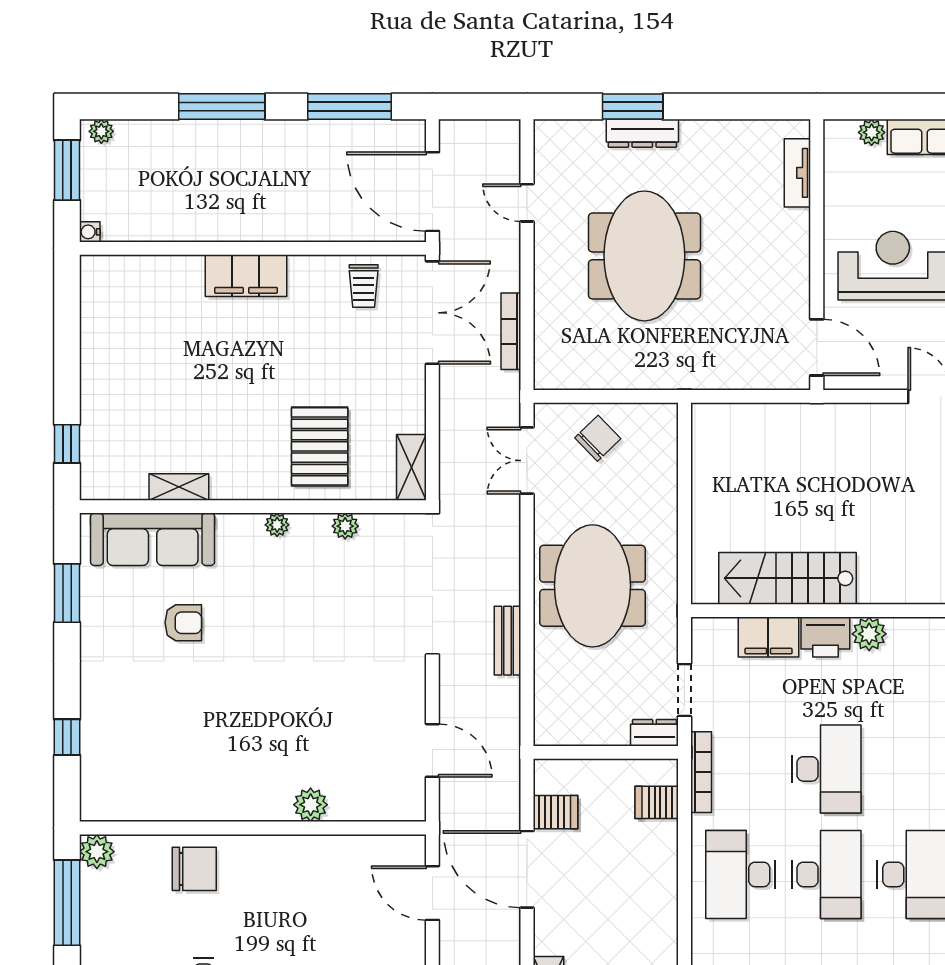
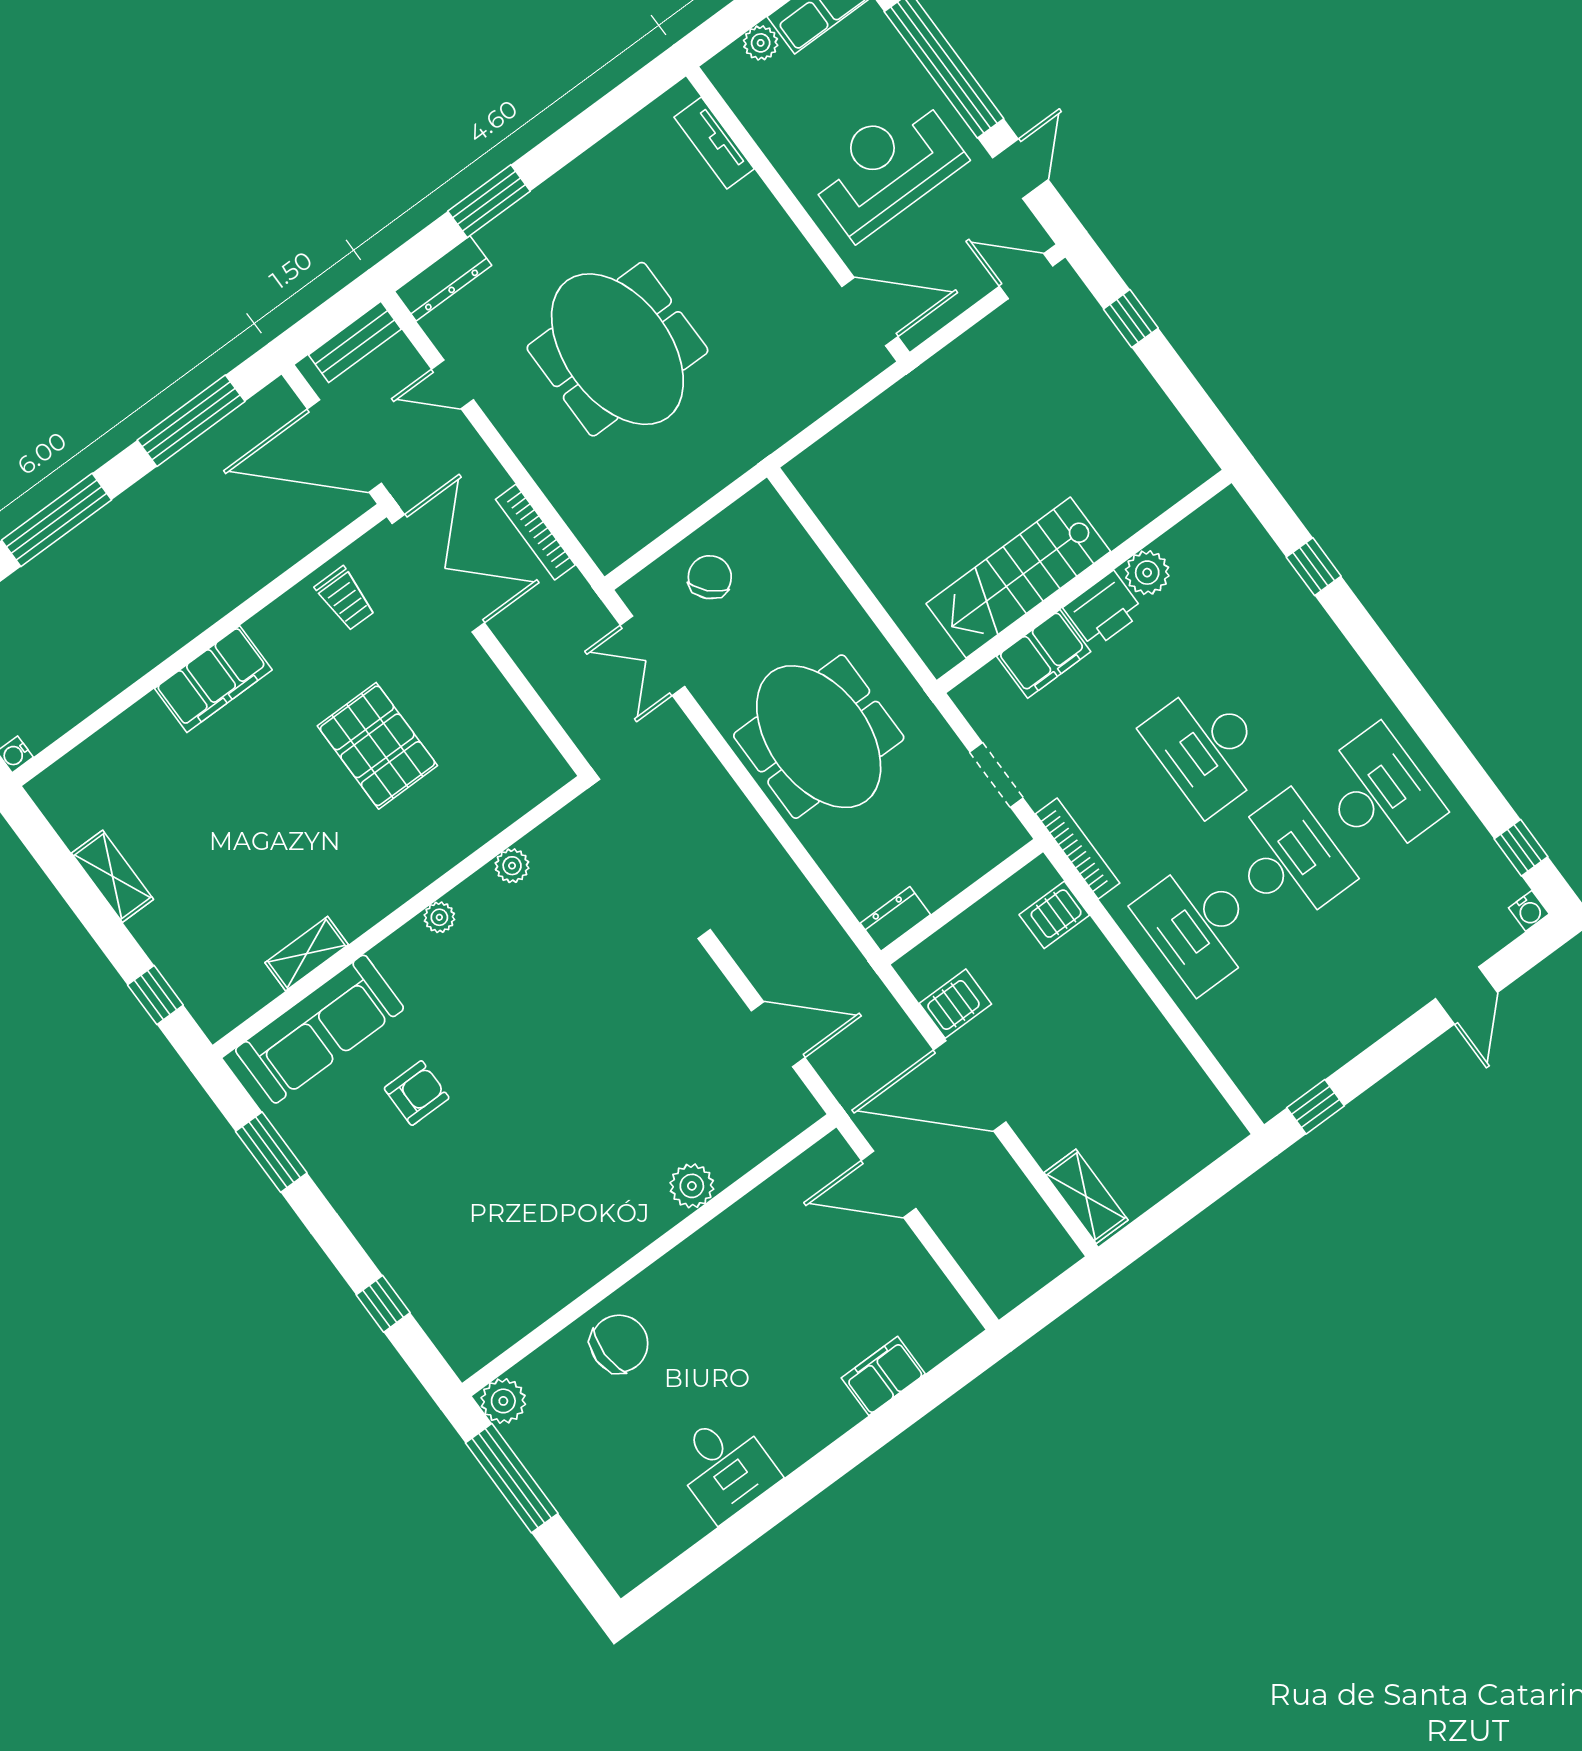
dresser: (642, 133) -> (443, 278), moved
pallet: (320, 446) -> (377, 746), moved
shelving: (411, 467) -> (112, 876), moved
bench: (507, 641) -> (355, 342), moved, turned 90
dresser: (654, 733) -> (895, 919), moved
desk: (826, 769) -> (1207, 748), turned 180

